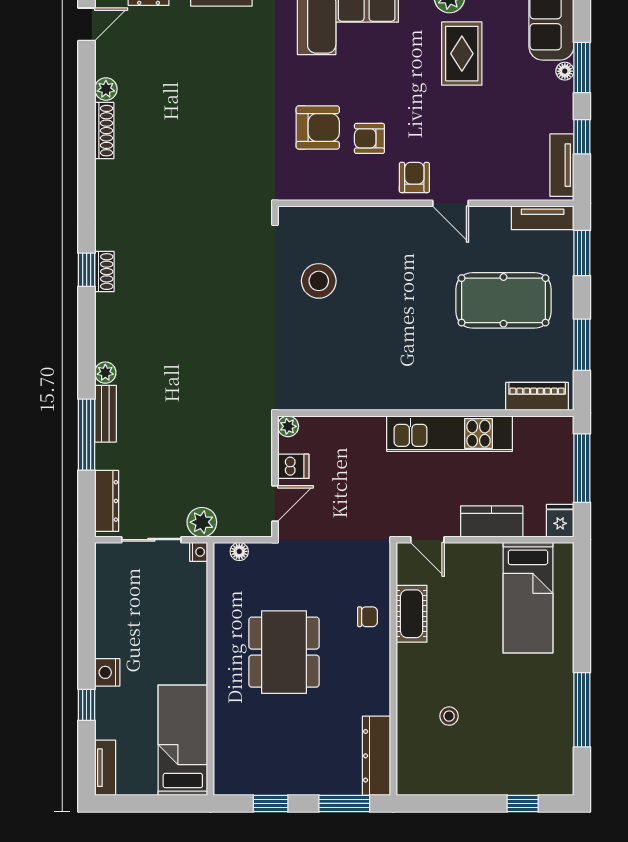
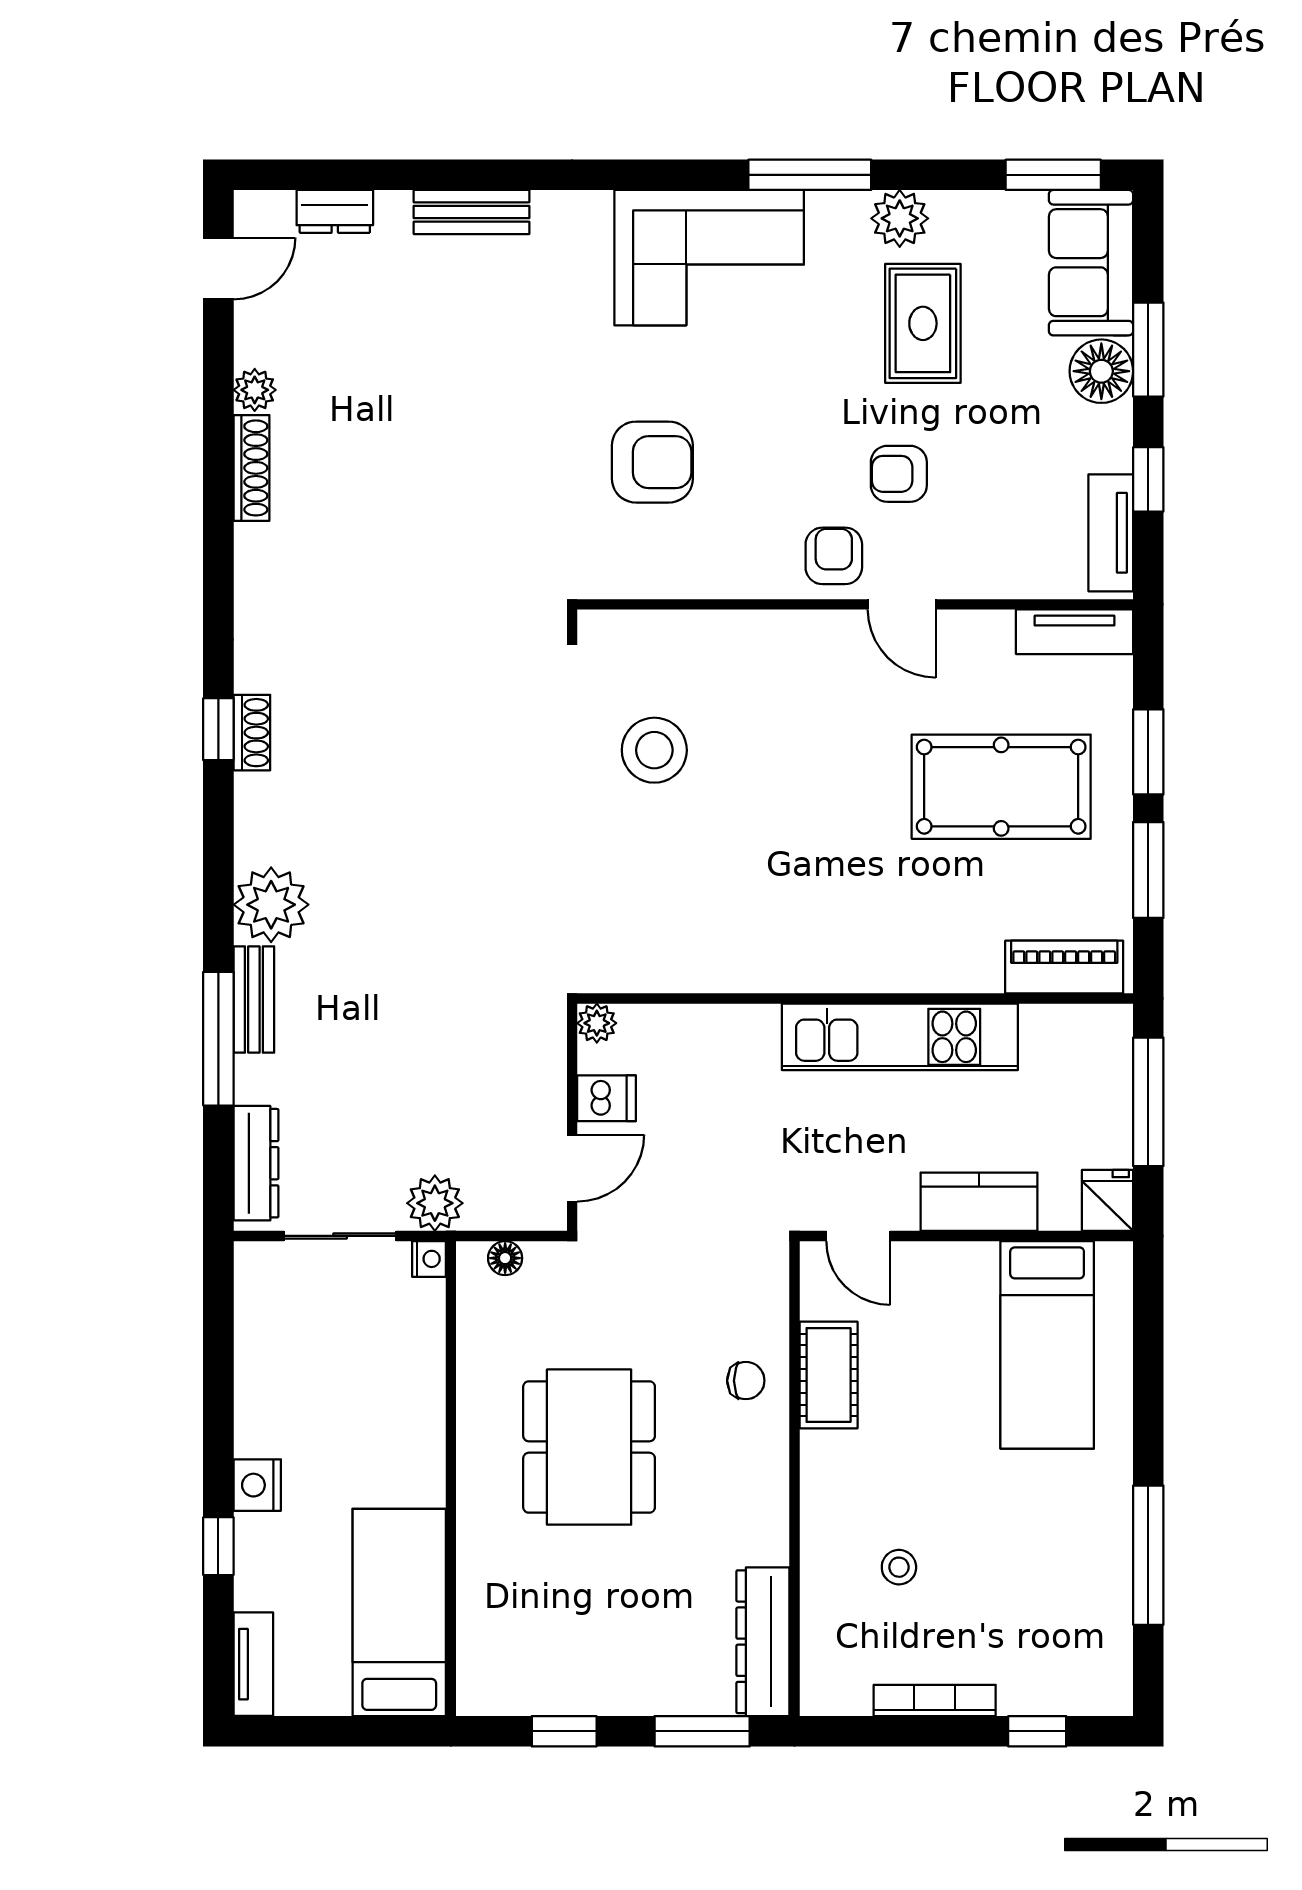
floor lamp: (565, 71) -> (1101, 371), width x1.89, depth x1.89
armchair: (369, 138) -> (899, 474), moved
window: (582, 253) -> (1148, 752), moved
plant: (105, 373) -> (271, 905), width x1.88, depth x1.88
bookcase: (468, 787) -> (935, 1700), added

